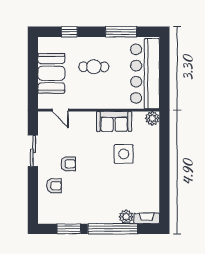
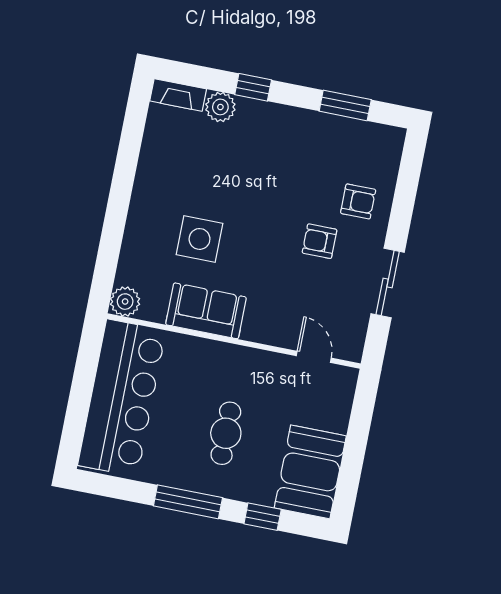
window: (121, 32) -> (188, 502), moved
cafe table: (94, 67) -> (226, 433), turned 90
booth: (51, 73) -> (310, 472), moved
armchair: (54, 186) -> (358, 201), turned 180
window: (113, 229) -> (253, 87), width x0.32

